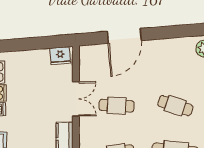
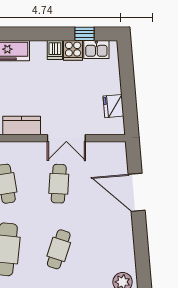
fridge: (60, 56) -> (113, 106), moved

